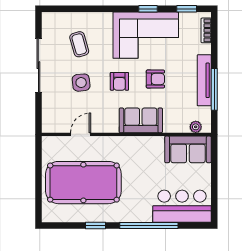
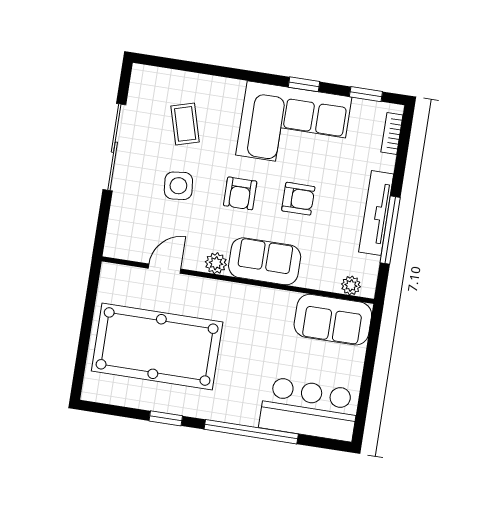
plant: (111, 126) -> (216, 263), added

